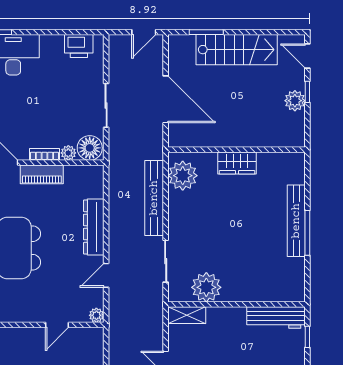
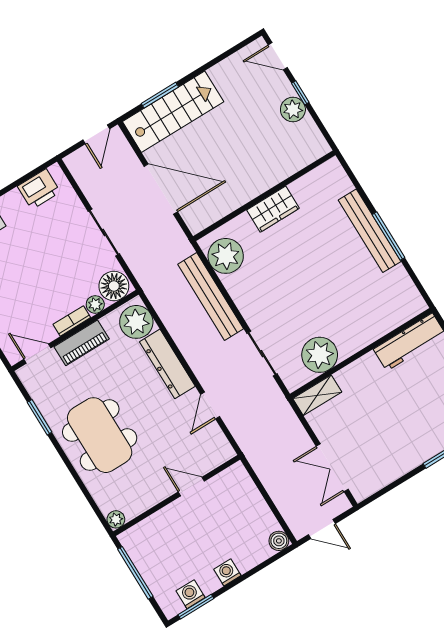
stairs: (237, 50) -> (173, 112), moved
plant: (96, 315) -> (136, 322), moved, width x1.88, depth x1.88
door: (57, 325) -> (191, 486), swing flipped

